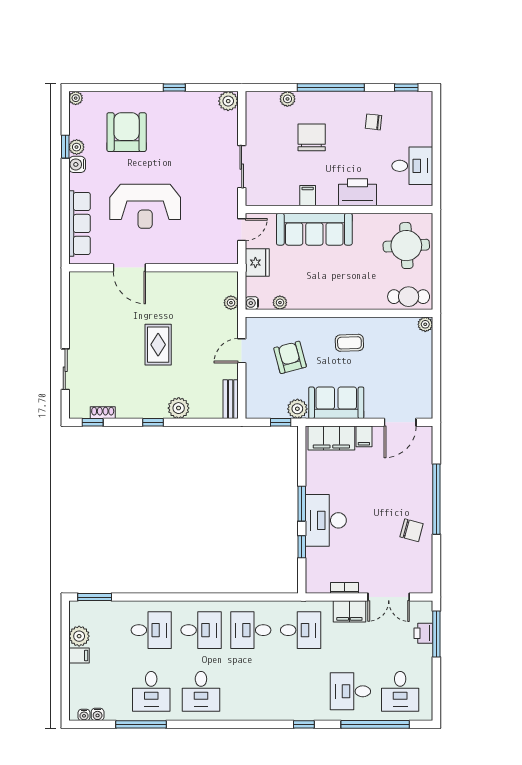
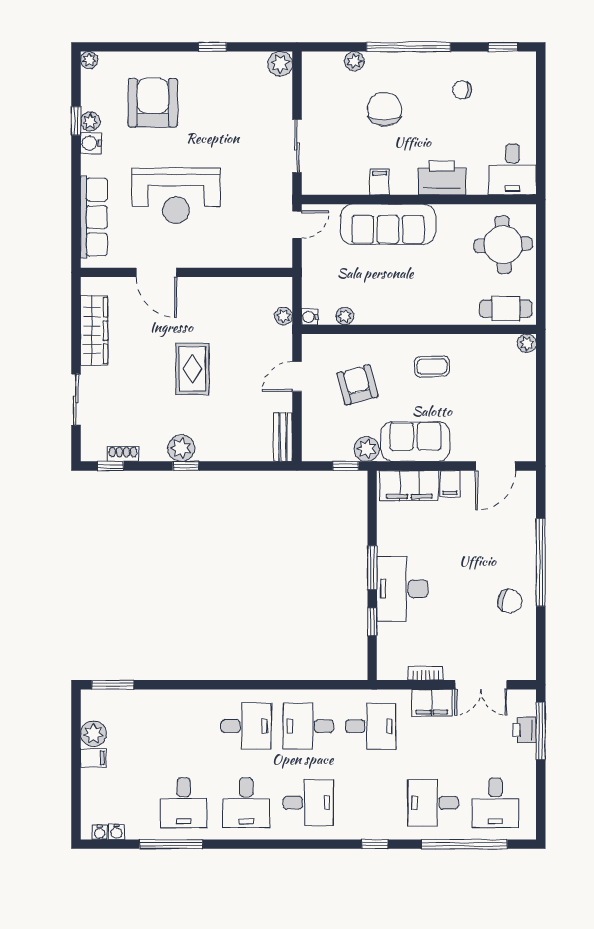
desk: (412, 166) -> (512, 169), moved, turned 90
fridge: (257, 263) -> (316, 266), removed
wardrobe: (80, 314) -> (94, 330), added
plant: (179, 408) -> (181, 448), moved
desk: (151, 630) -> (308, 803), moved

